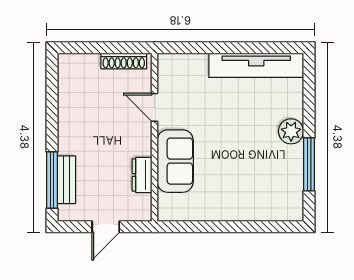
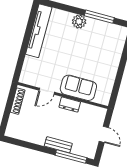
dresser: (142, 175) -> (70, 105), moved
bench: (66, 180) -> (58, 145), moved

